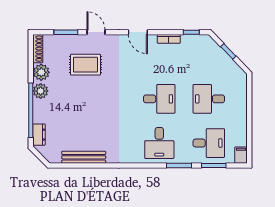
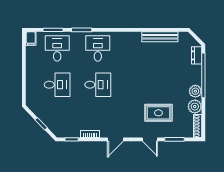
door: (138, 32) -> (115, 139), swing flipped
desk: (159, 99) -> (98, 85), turned 180
desk: (209, 143) -> (57, 48), turned 90

